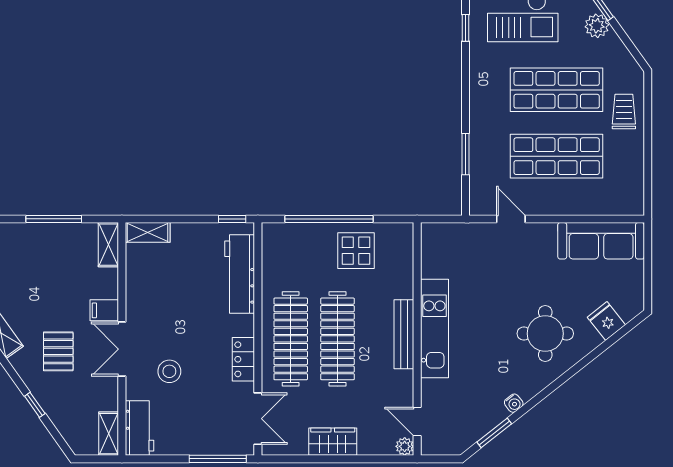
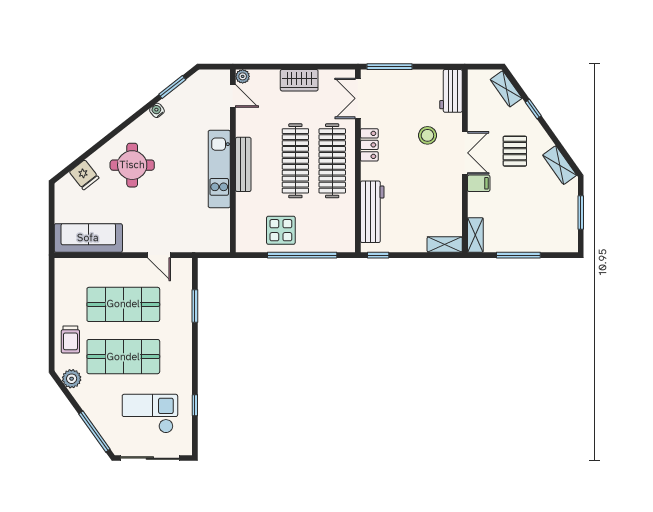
plant: (597, 26) -> (72, 379), moved
shelving: (109, 434) -> (506, 89), moved, turned -35

